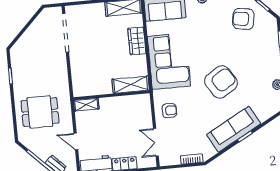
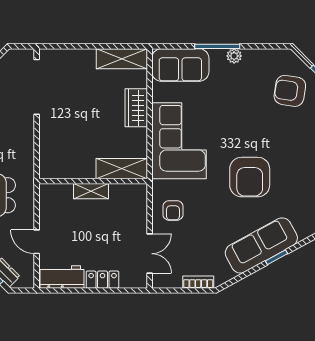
armchair: (221, 82) -> (250, 177), turned 123
shelving: (86, 105) -> (91, 191), moved
armchair: (169, 111) -> (173, 210), turned 90
double door: (156, 142) -> (150, 254), swing flipped

